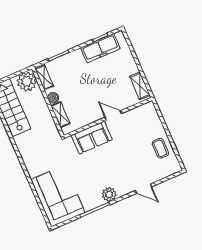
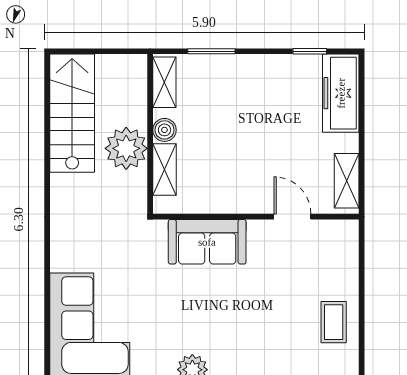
freezer: (100, 48) -> (341, 93), moved, turned 90
plant: (27, 82) -> (126, 148), moved
door: (113, 115) -> (292, 217), moved

